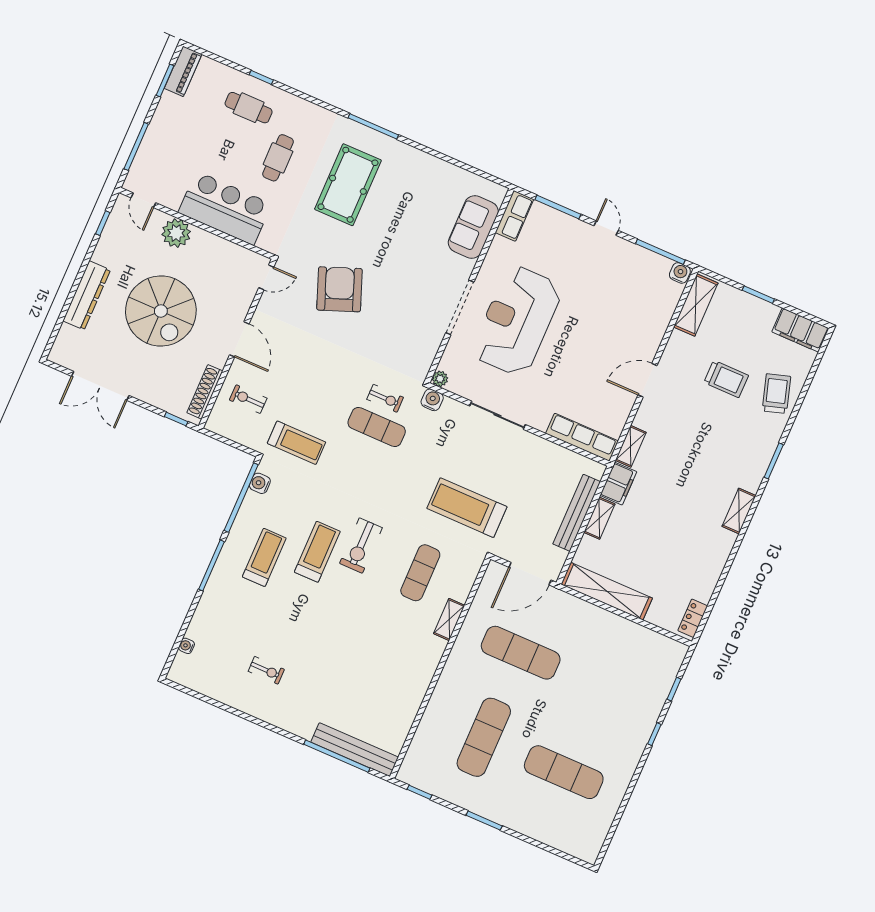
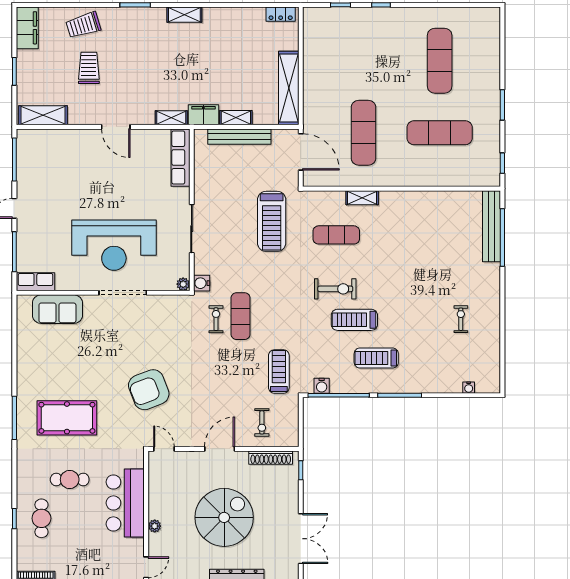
plant: (176, 233) -> (155, 526), width x0.53, depth x0.53
water cooler: (680, 273) -> (24, 138), removed

